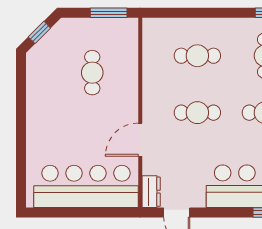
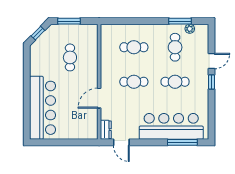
window: (109, 13) -> (69, 21), moved
bar counter: (86, 186) -> (43, 108), moved, turned 90

